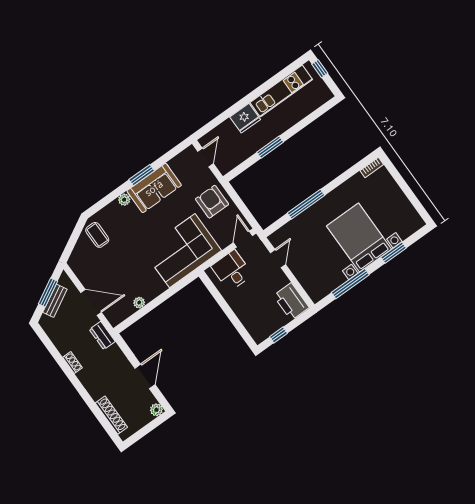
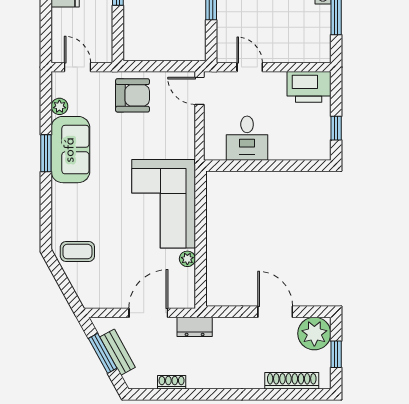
plant: (124, 200) -> (59, 106), moved
armchair: (212, 202) -> (133, 95), turned 180
corner sofa: (182, 251) -> (164, 204), moved
desk: (232, 271) -> (247, 138), moved, turned -90
shoe rack: (72, 363) -> (172, 382), moved
plant: (156, 410) -> (314, 333), width x1.88, depth x1.88
window: (146, 430) -> (336, 354), added

